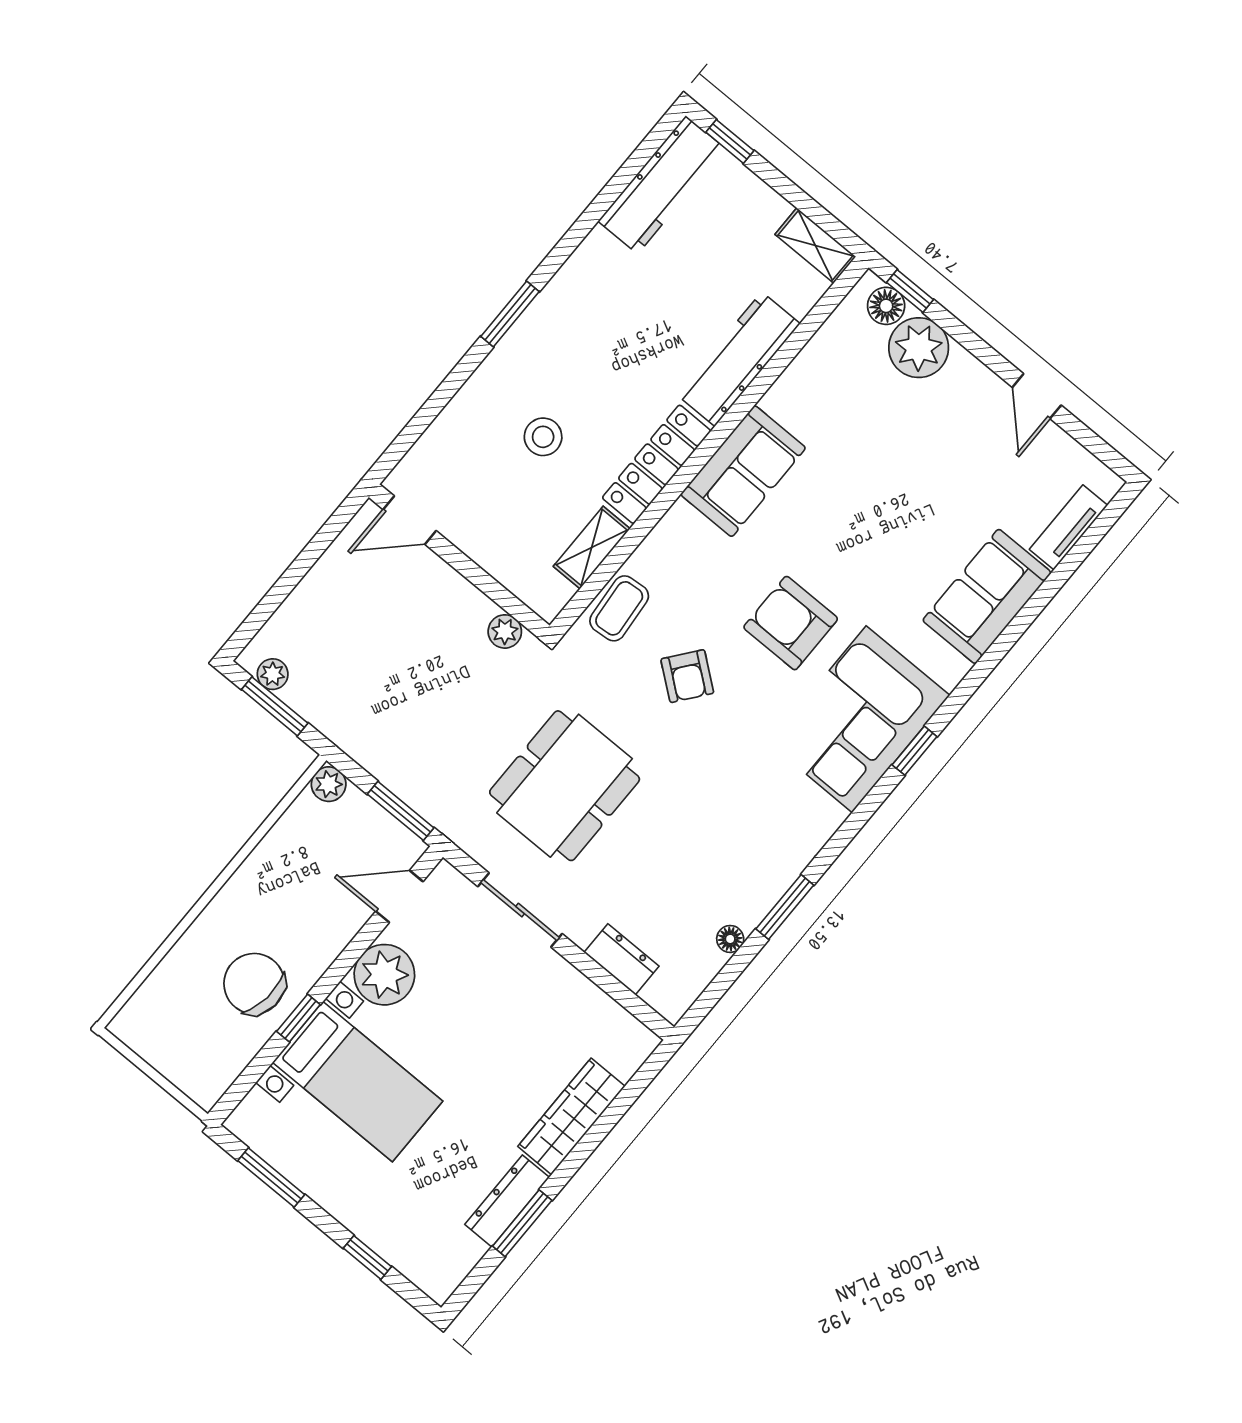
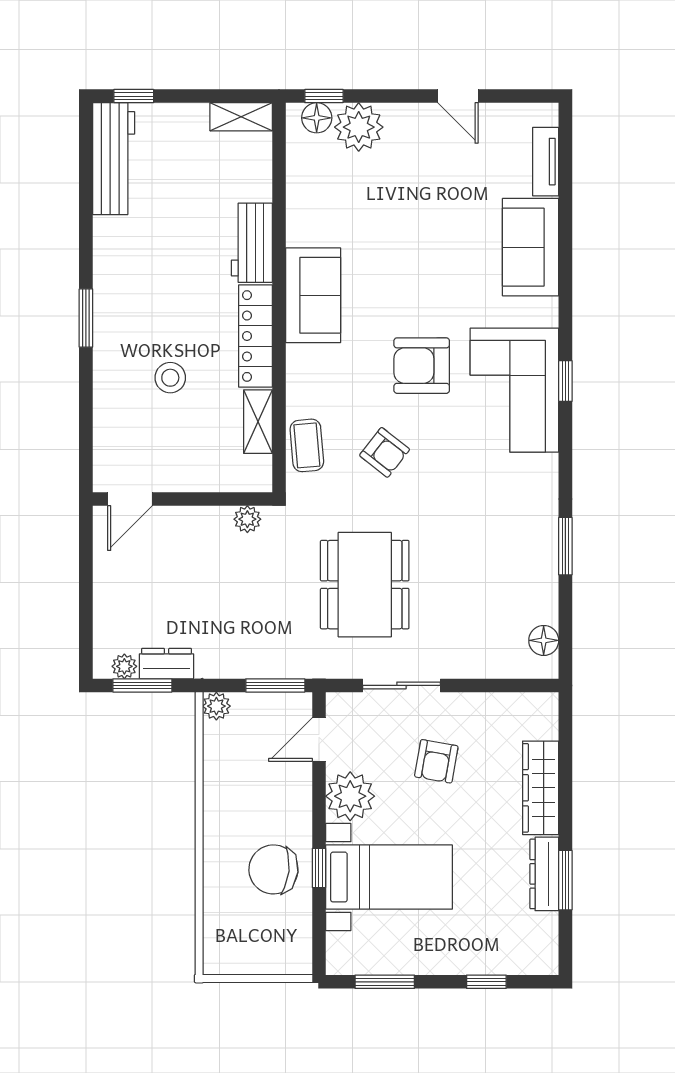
workbench: (738, 359) -> (252, 243), width x0.73
floor lamp: (730, 939) -> (544, 640), moved, width x1.37, depth x1.37
dresser: (622, 959) -> (167, 664), moved
armchair: (493, 1009) -> (436, 761), added

